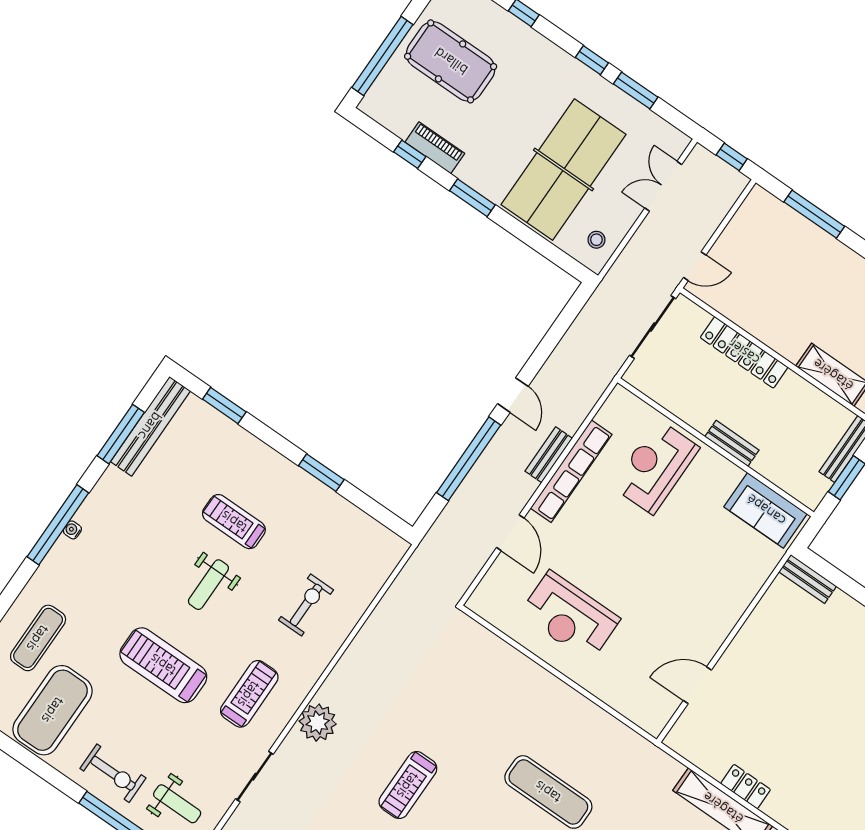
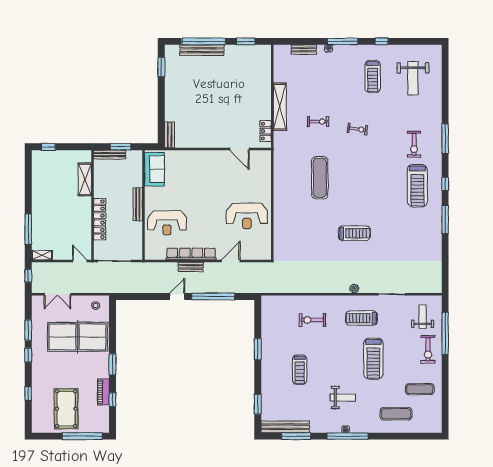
shelving: (751, 206) -> (42, 255), added
bench: (732, 443) -> (138, 204), width x1.36
weight bench: (208, 585) -> (343, 397), moved
reception desk: (570, 616) -> (247, 216), turned 90
exercise mat: (53, 710) -> (420, 389), width x0.50, depth x0.69
plant: (318, 723) -> (354, 288), width x0.53, depth x0.53
exercise bike: (113, 773) -> (428, 349), turned 180
locker: (746, 787) -> (265, 131), moved

